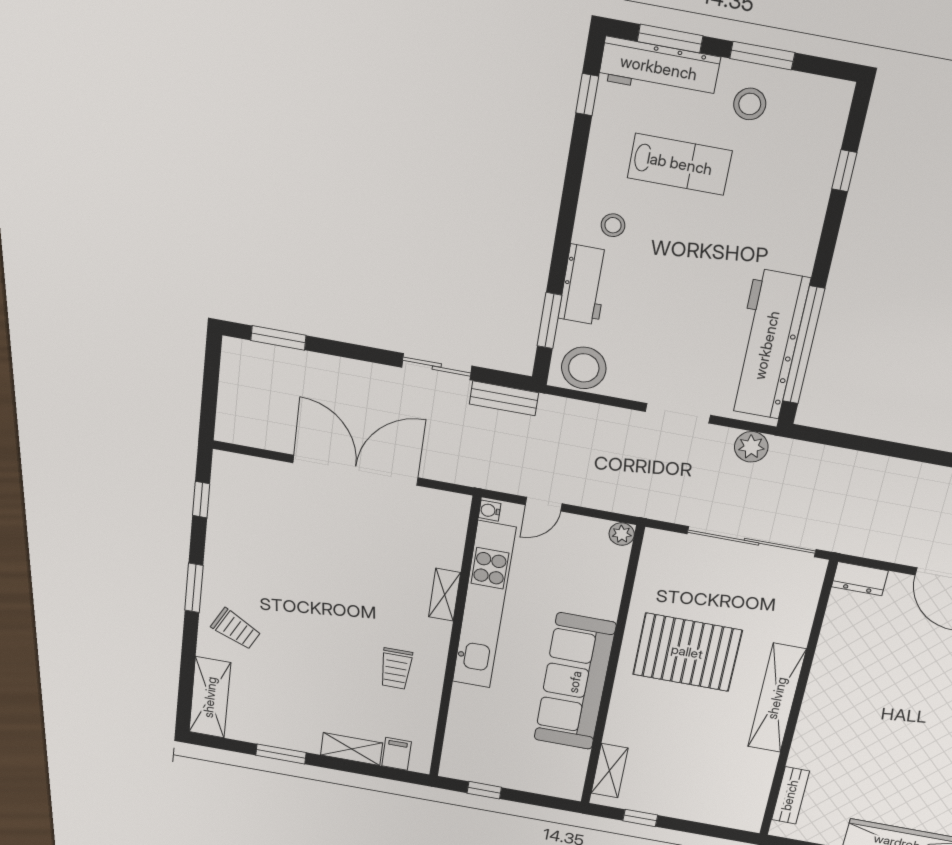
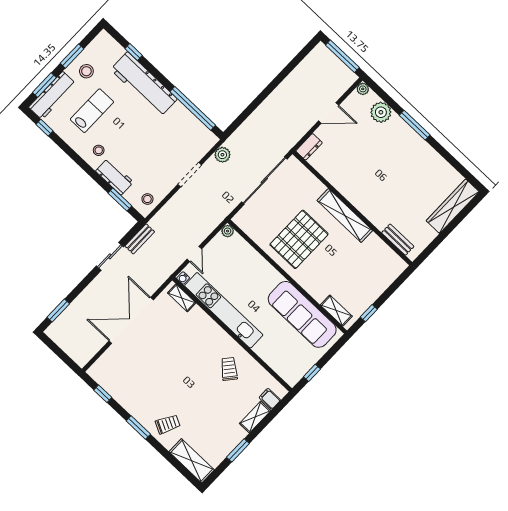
workbench: (767, 345) -> (144, 84), moved
stool: (584, 368) -> (147, 199), width x0.53, depth x0.53
shelving: (445, 595) -> (182, 298), moved
trolley: (396, 669) -> (229, 369), turned -140
sofa: (575, 682) -> (302, 314), moved

